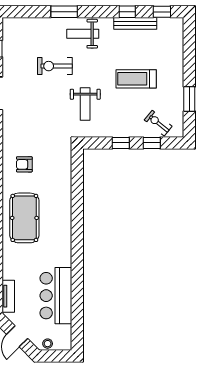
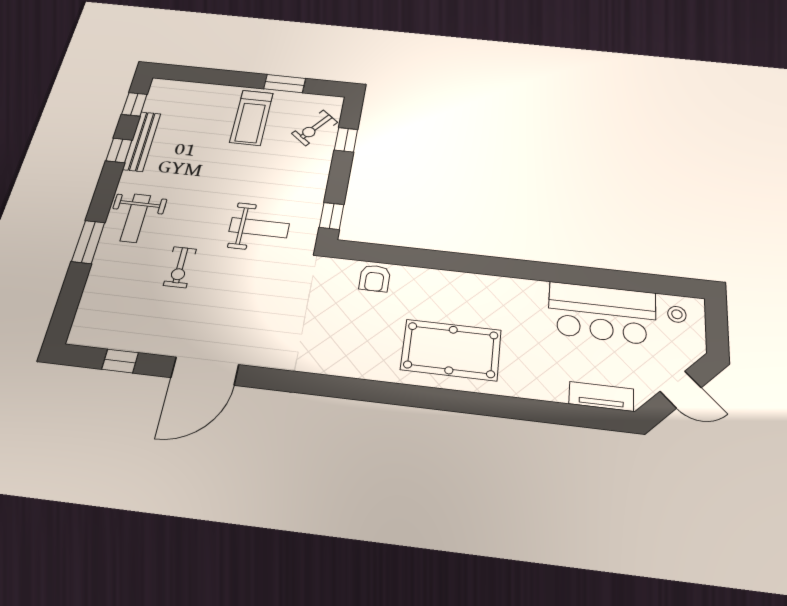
exercise bike: (55, 66) -> (180, 267), width x0.73, depth x0.72
treadmill: (136, 79) -> (251, 118), moved
window: (121, 143) -> (332, 216), moved
armchair: (24, 164) -> (375, 278), moved
stool: (48, 344) -> (677, 314), moved

